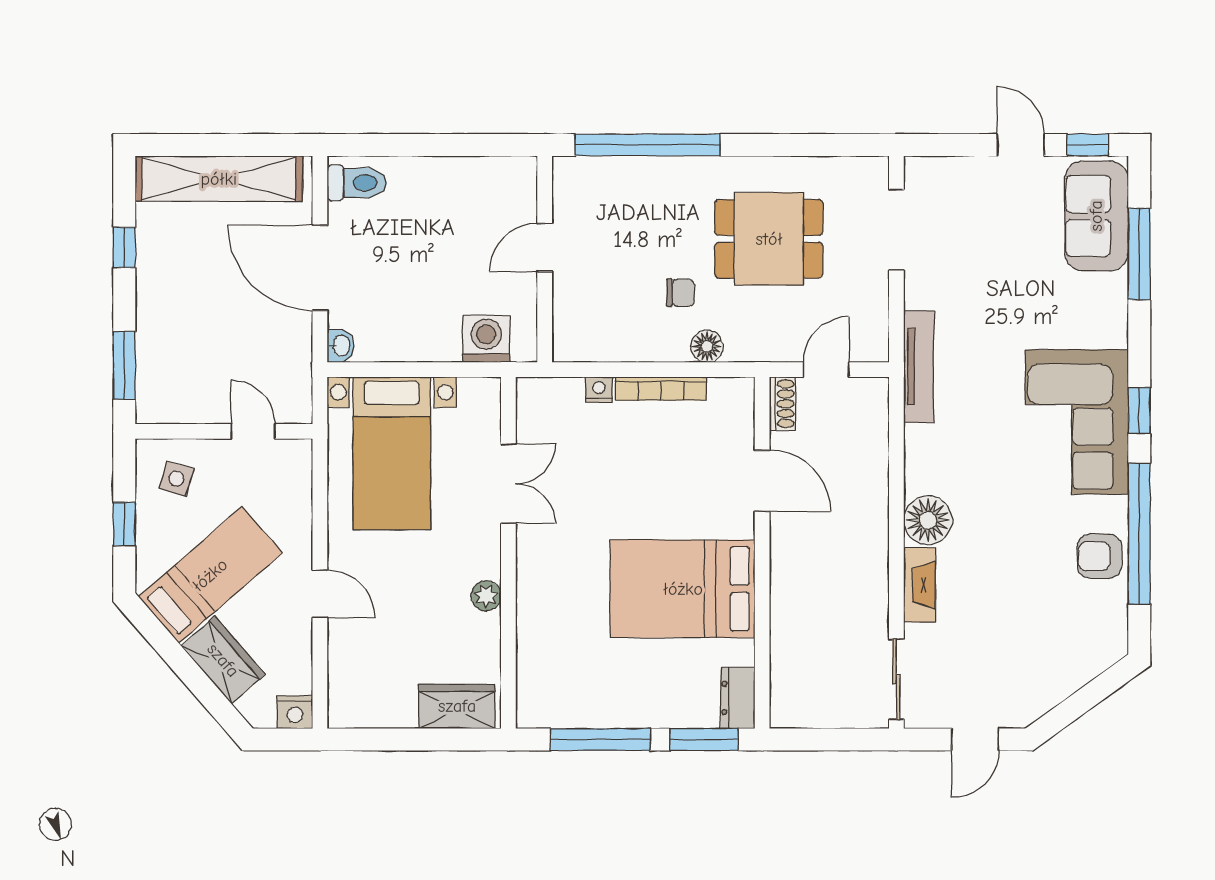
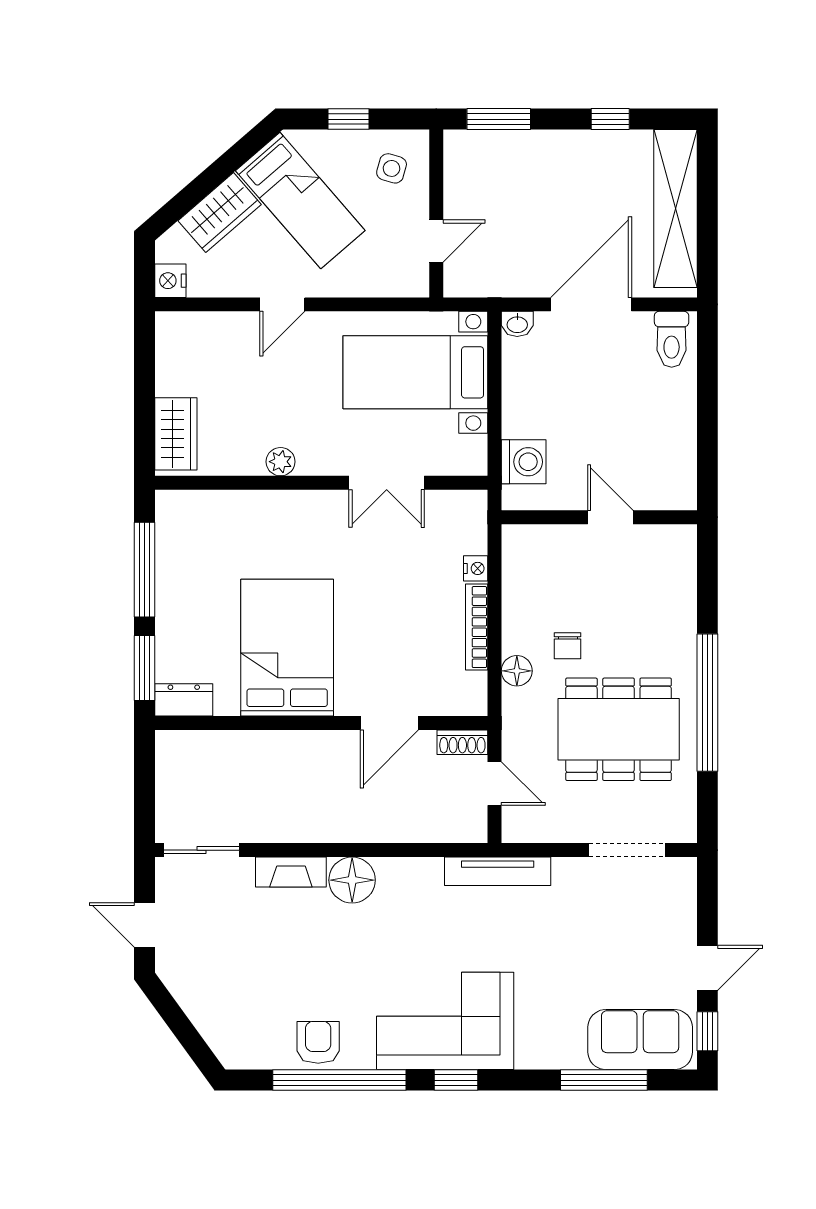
window: (648, 145) -> (707, 703), moved
dining table: (769, 239) -> (619, 729), width x1.38

